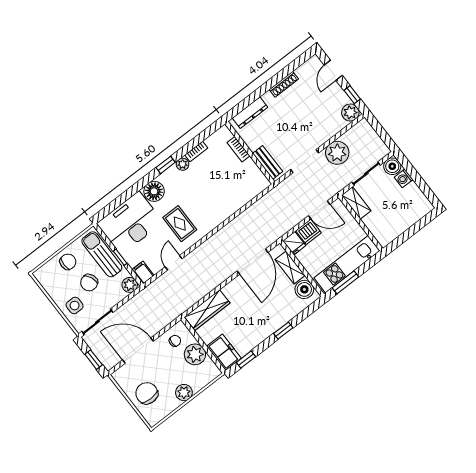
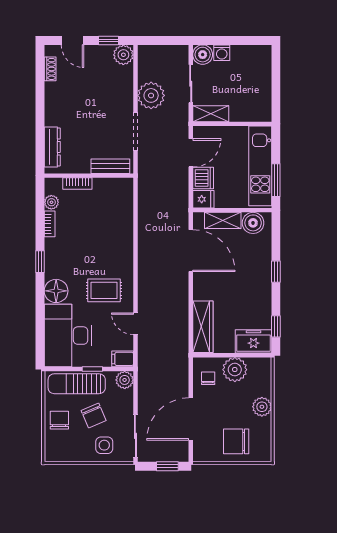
shoe rack: (284, 84) -> (50, 69), moved, width x0.70
plant: (183, 164) -> (51, 202), moved

